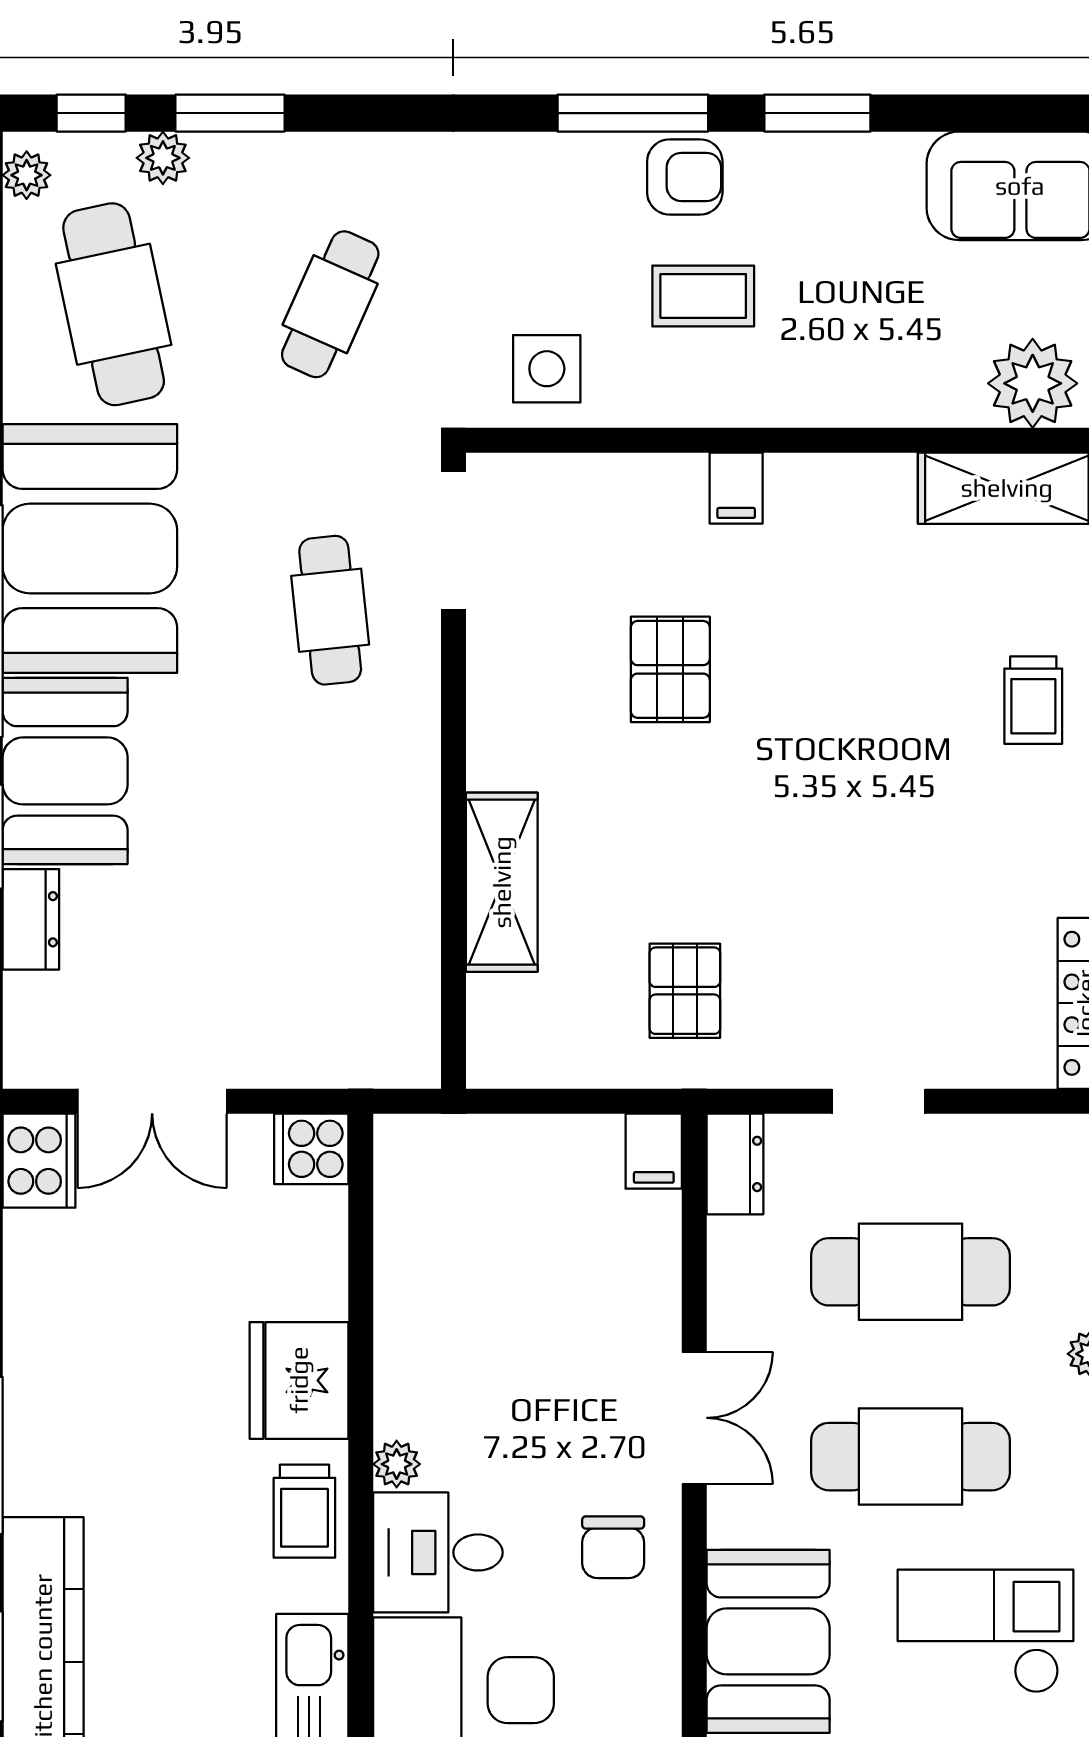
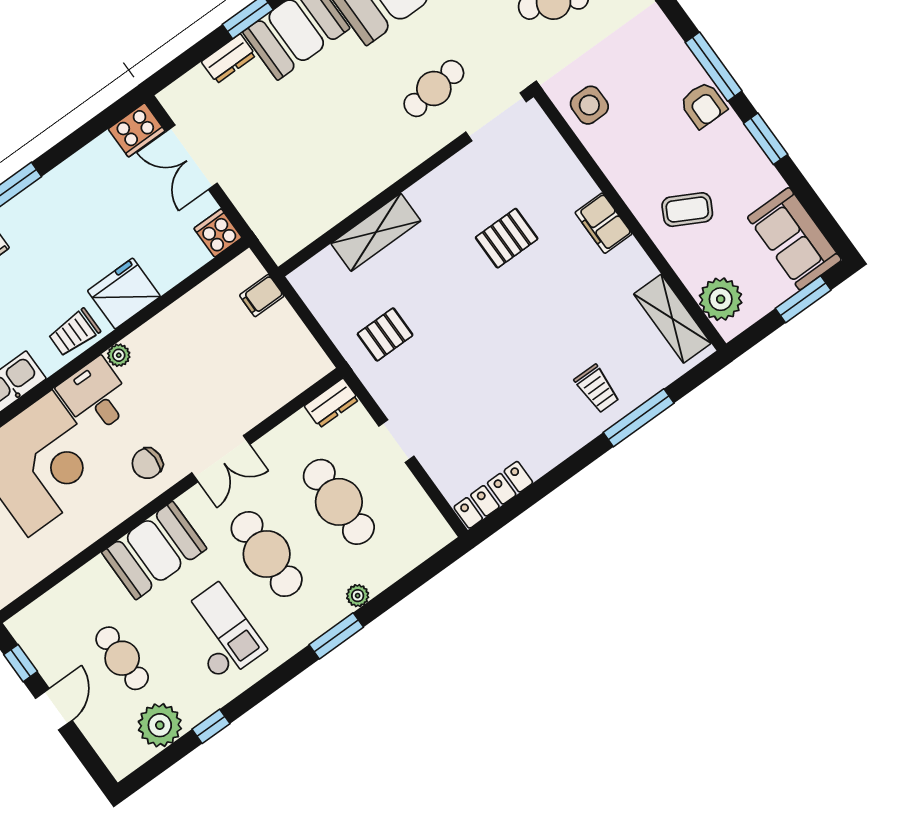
coffee table: (703, 296) -> (687, 210), moved, turned -62
filing cabinet: (736, 488) -> (604, 223), width x2.00
trolley: (1033, 700) -> (597, 389), turned -90
filing cabinet: (654, 1151) -> (262, 296), moved

